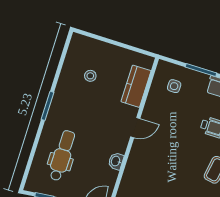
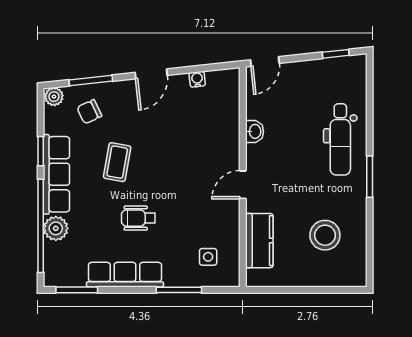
stool: (90, 76) -> (325, 235), width x1.89, depth x1.89
dental chair: (62, 156) -> (340, 139), moved

